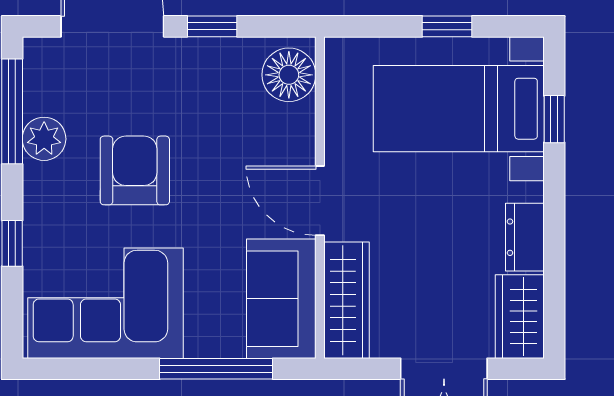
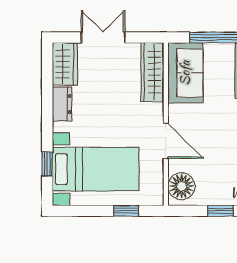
window: (447, 26) -> (126, 211), moved
door: (320, 201) -> (166, 141), moved

